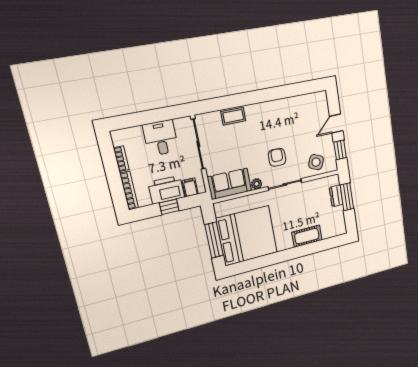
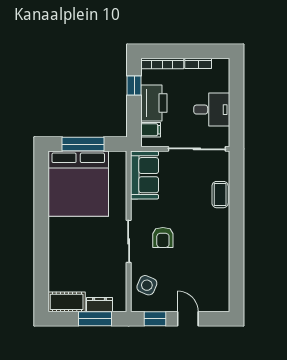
armchair: (277, 157) -> (163, 238), turned 90
plant: (257, 184) -> (137, 207), removed
window: (169, 207) -> (134, 85), moved
cot: (307, 236) -> (67, 302), moved, turned 90

